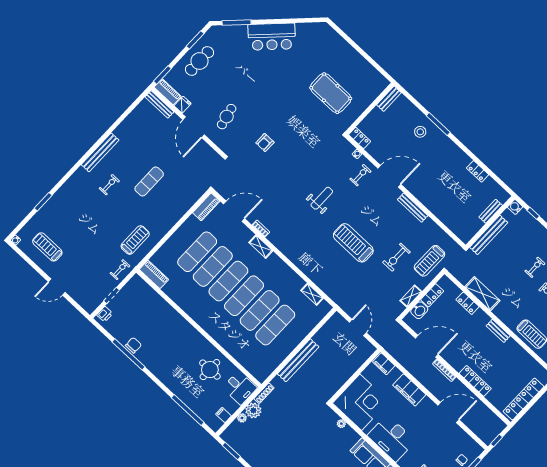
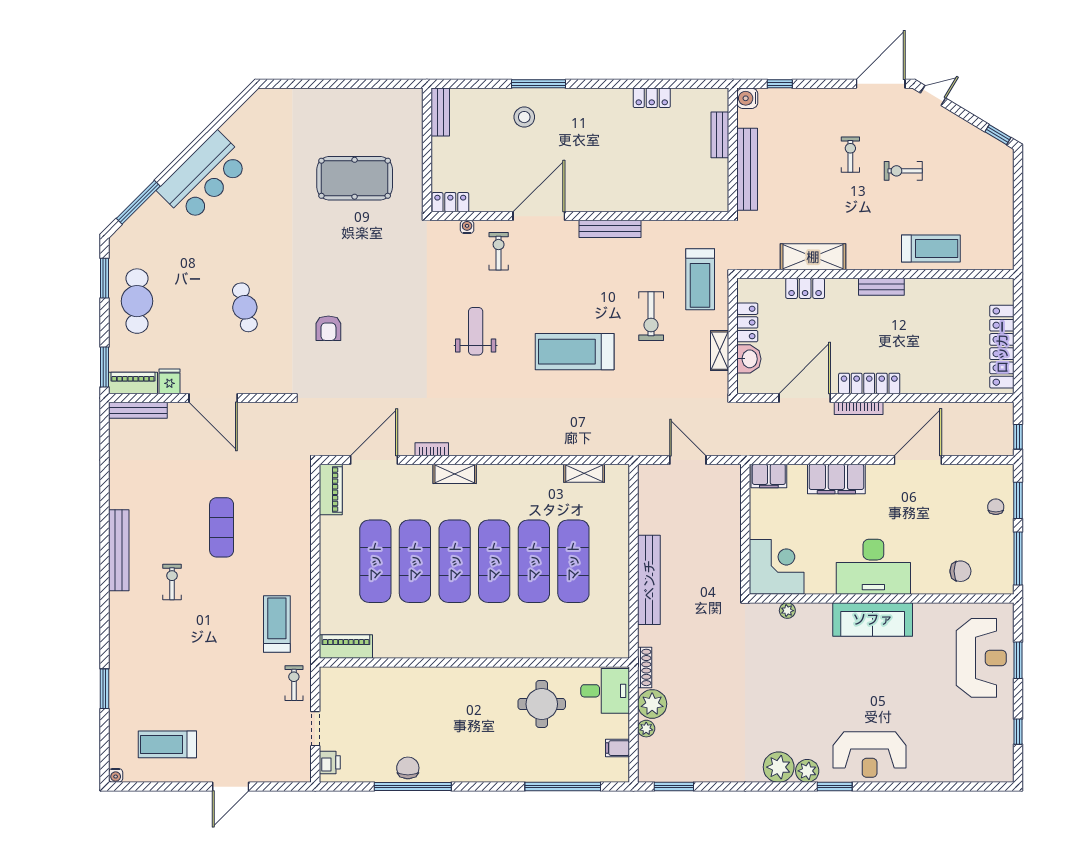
cafe table: (227, 117) -> (245, 307), moved
locker: (475, 381) -> (869, 383), moved
corner desk: (361, 402) -> (777, 567), width x0.74, depth x0.74

